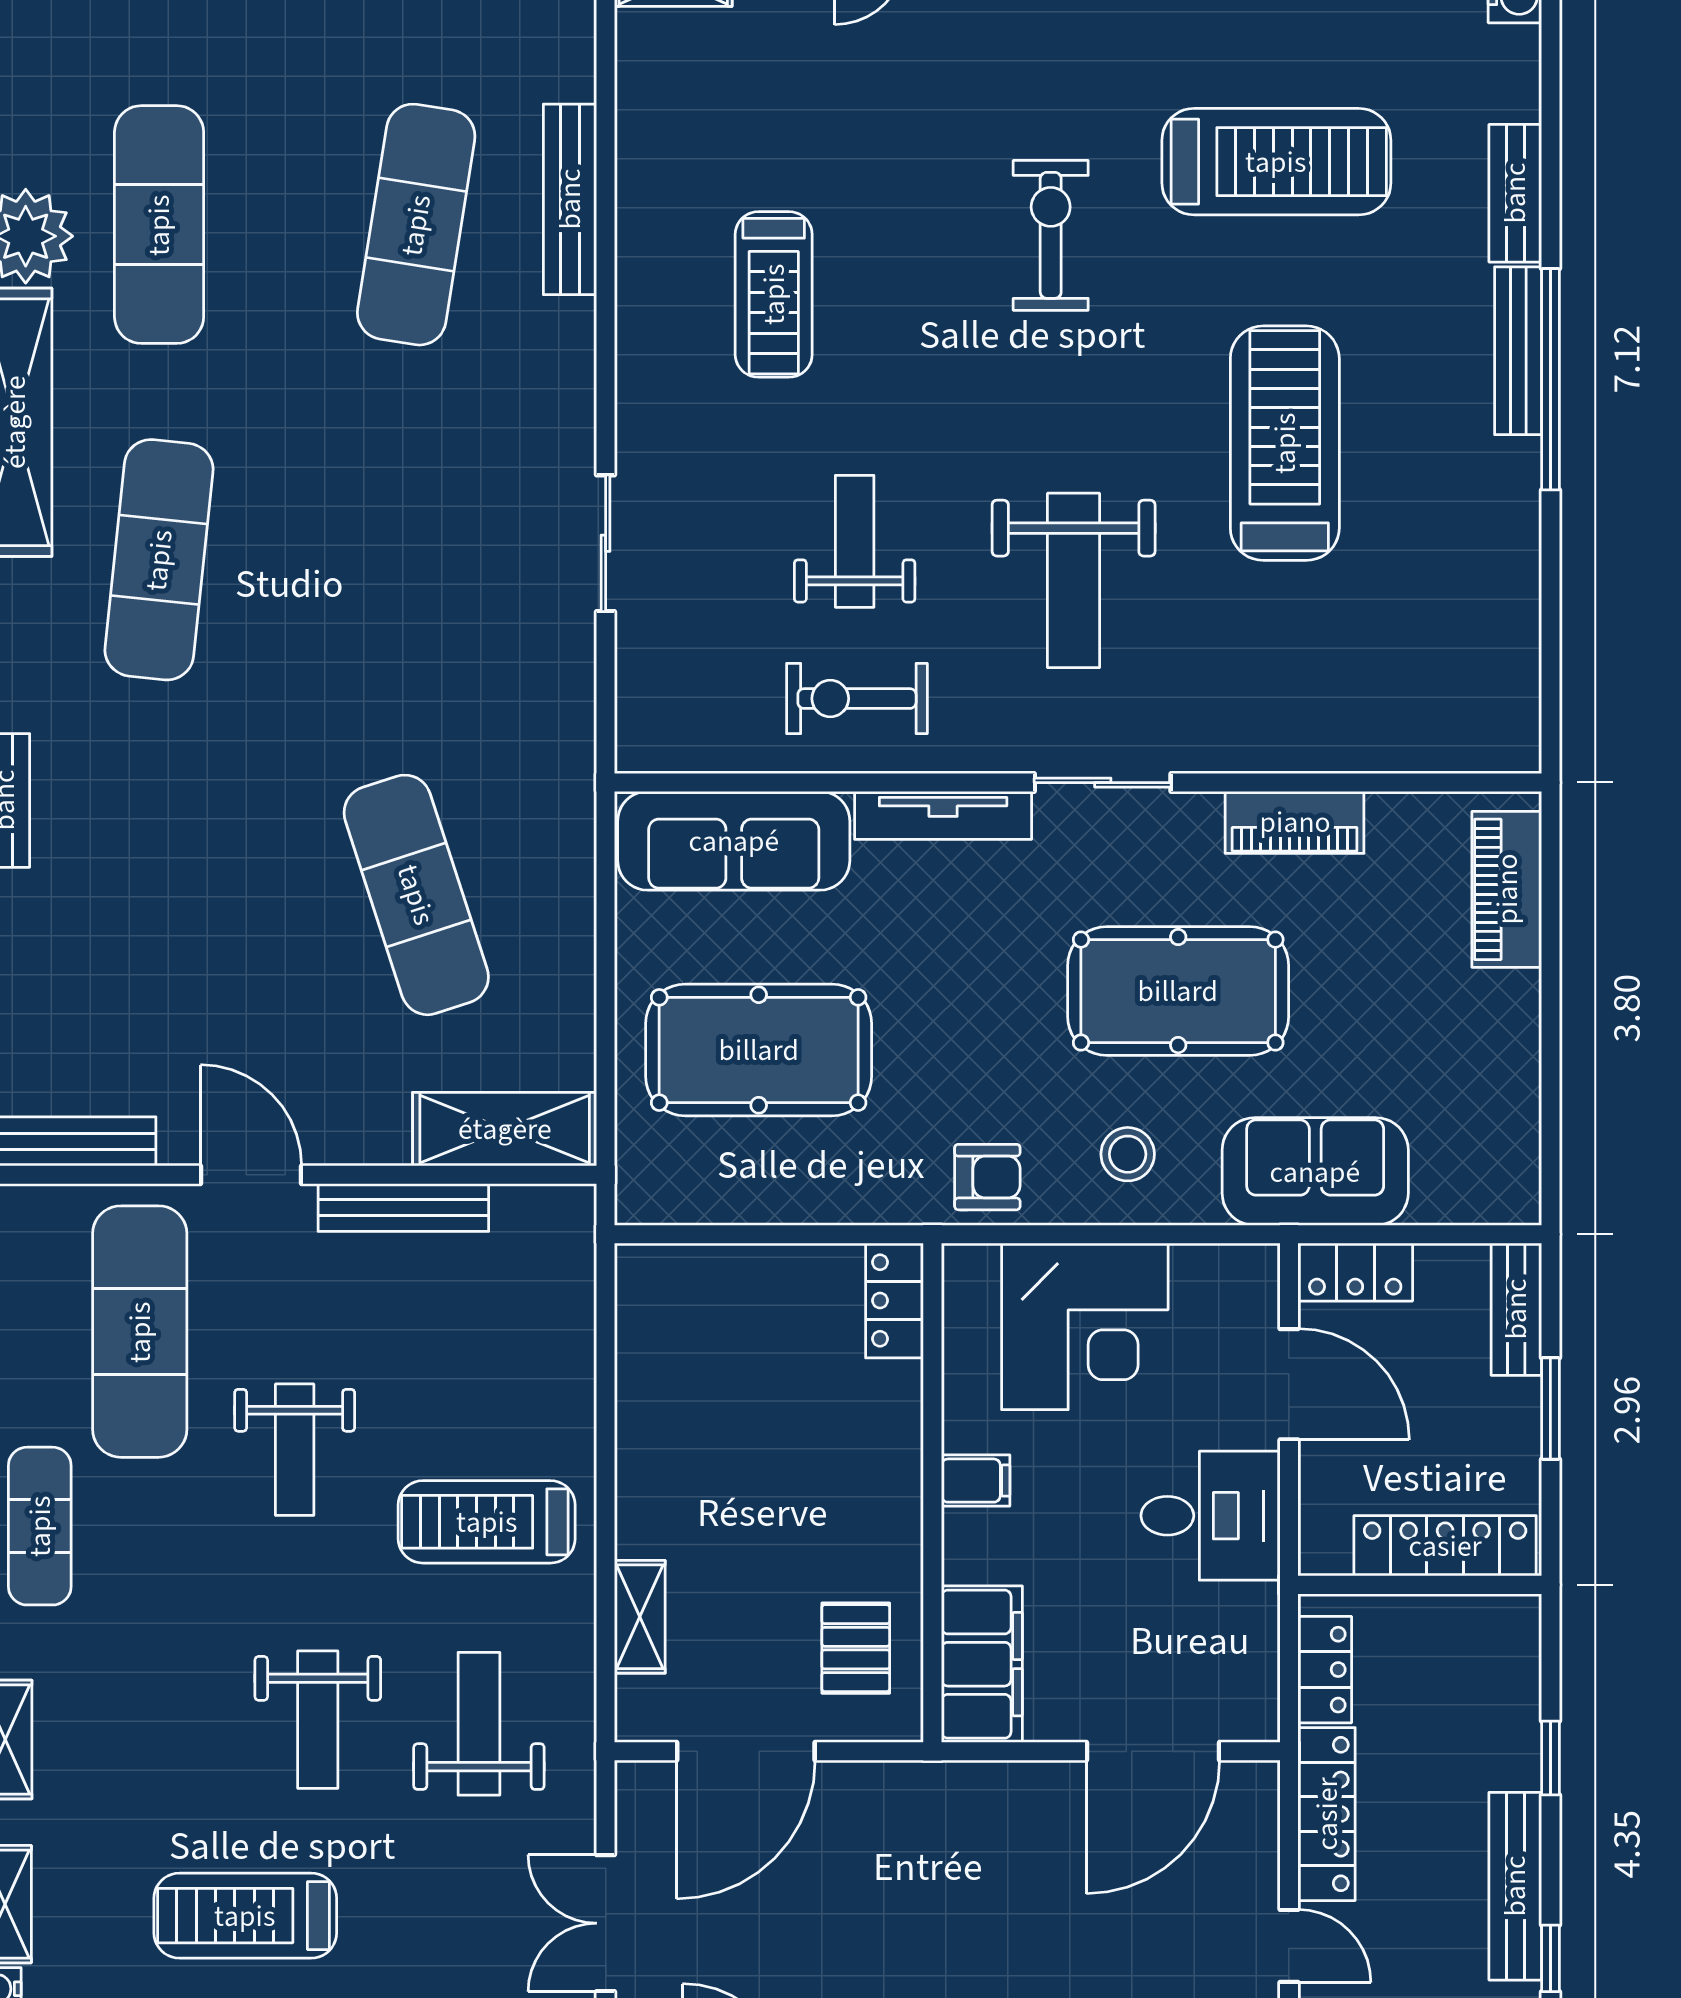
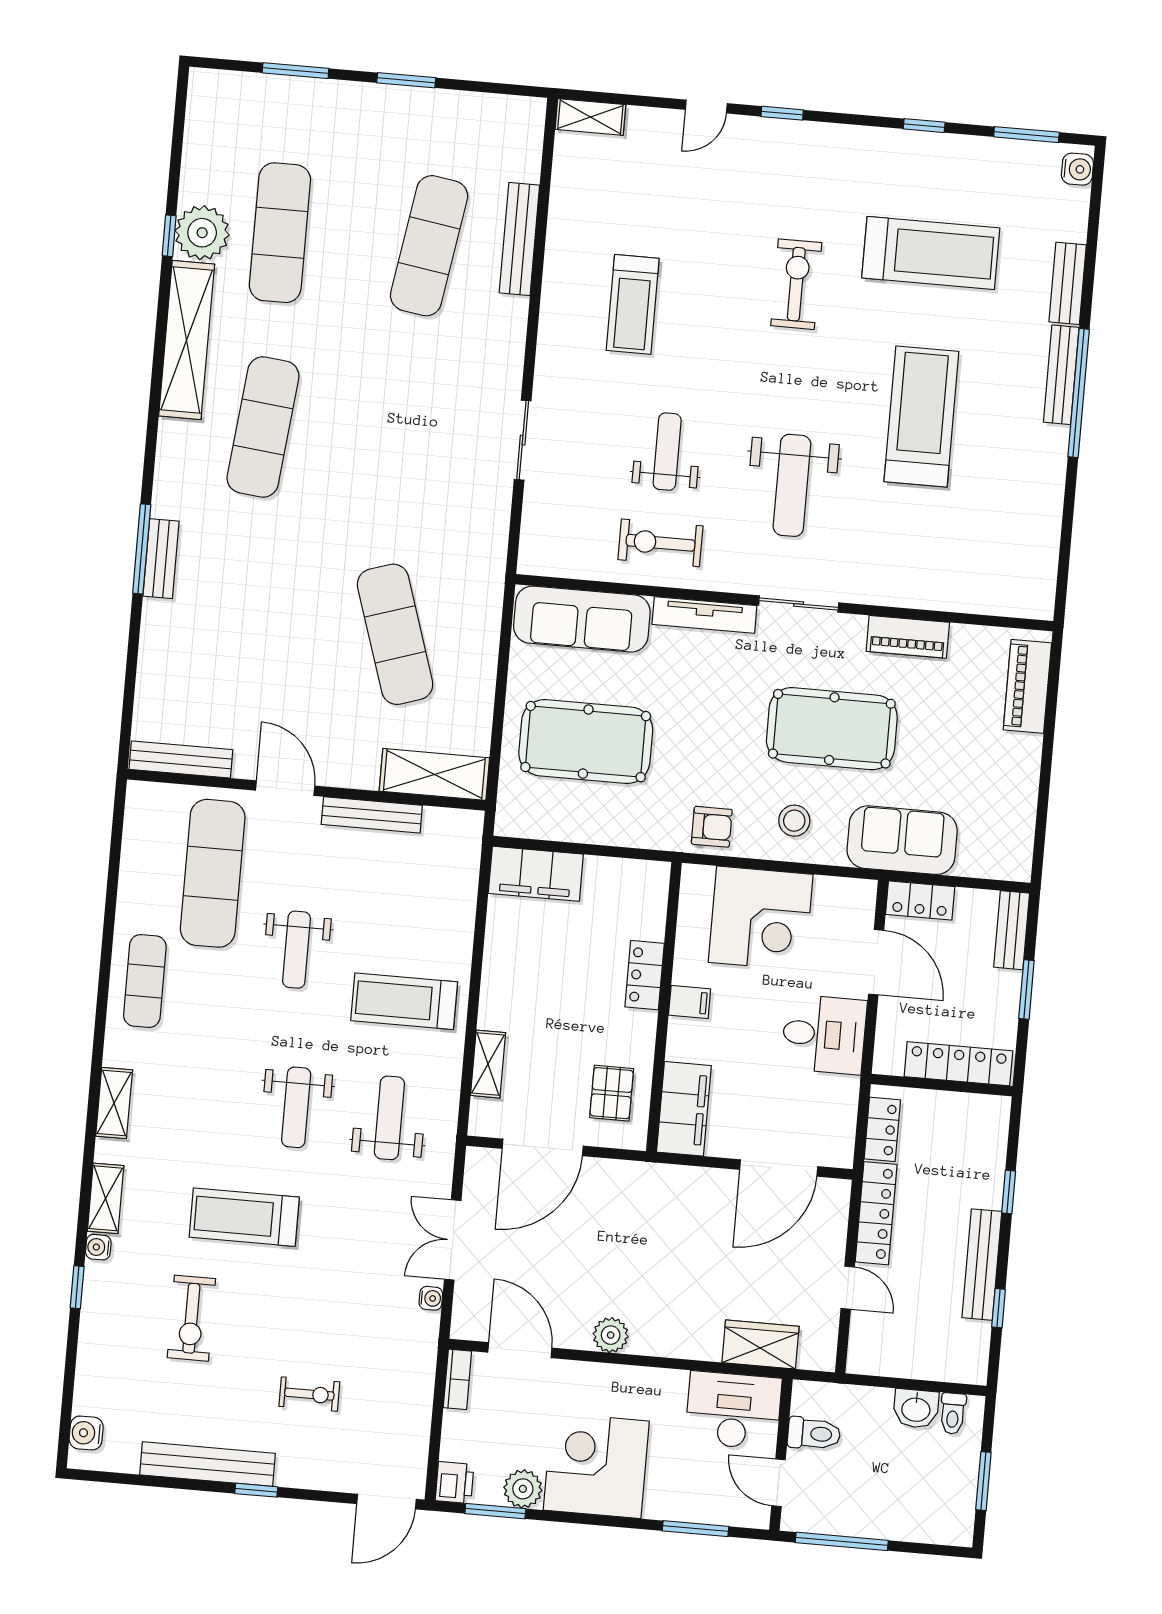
filing cabinet: (693, 1284) -> (536, 874), added
locker: (894, 1301) -> (645, 975), moved

